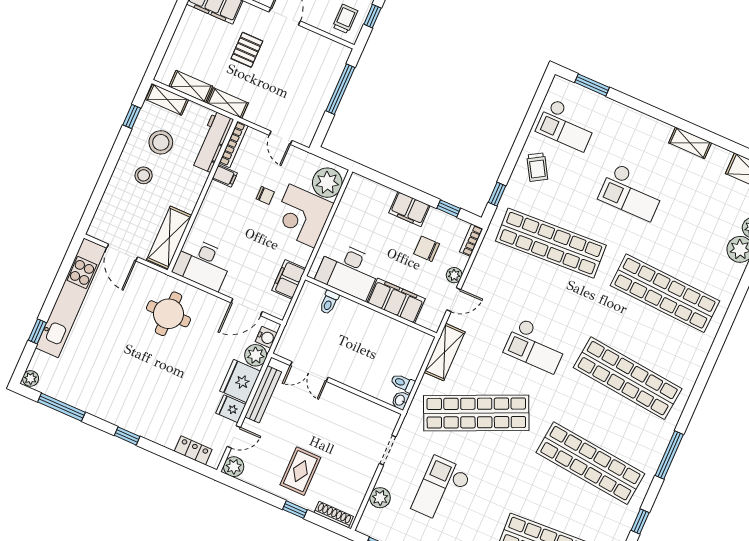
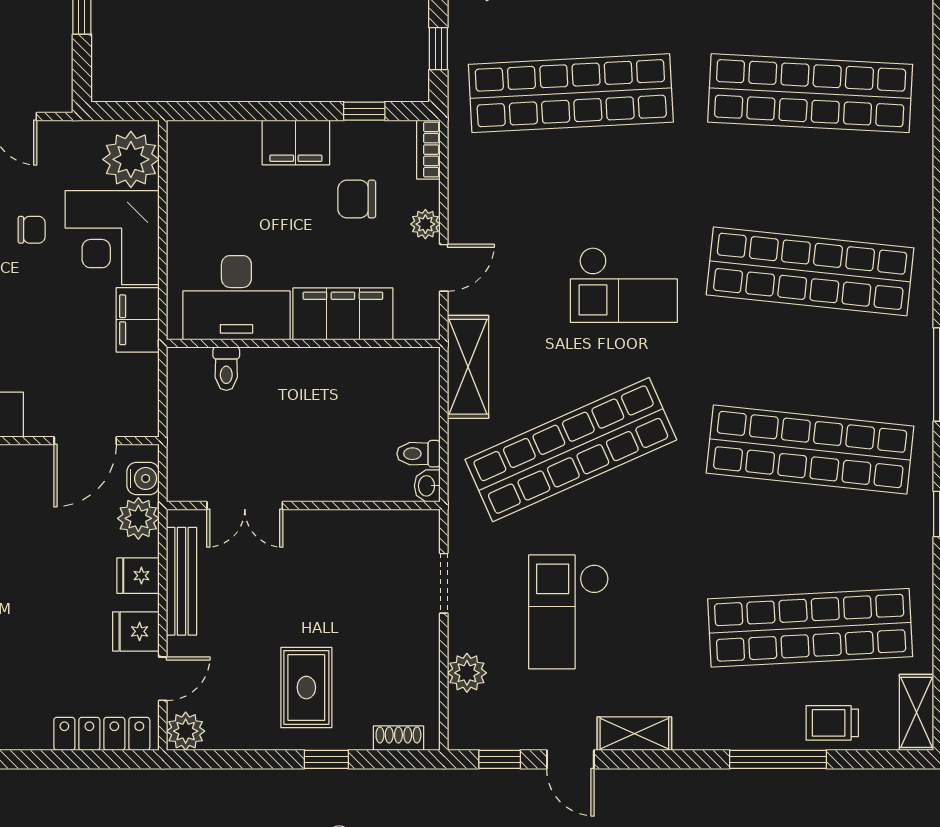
filing cabinet: (289, 279) -> (138, 320), moved
fridge: (240, 381) -> (138, 576), width x0.53, depth x0.75
locker: (193, 450) -> (102, 734), width x1.53
shoe rack: (334, 515) -> (398, 738), width x0.70

